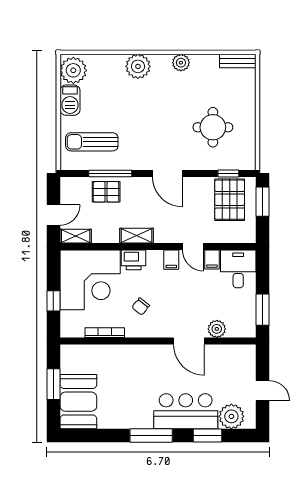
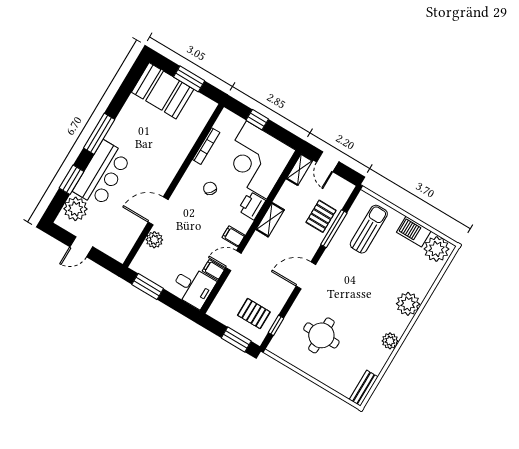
pallet: (230, 200) -> (254, 314), width x0.67, depth x0.71

